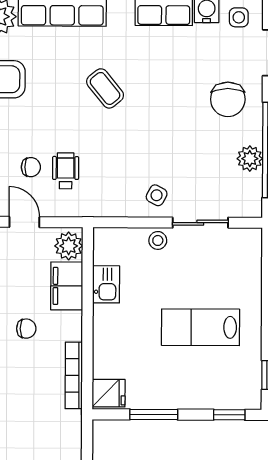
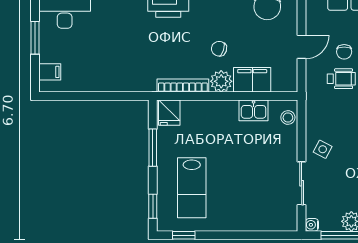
water cooler: (254, 209) -> (312, 225), added
stool: (158, 240) -> (288, 117), moved
plant: (69, 246) -> (221, 81), moved
lab bench: (200, 327) -> (192, 188), moved, turned 180
chair: (26, 329) -> (219, 49), turned 109

